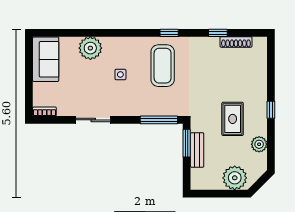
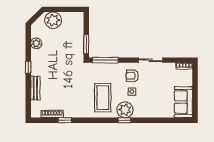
window: (169, 33) -> (124, 120), moved
plant: (90, 48) -> (125, 110), moved
armchair: (120, 97) -> (132, 76), added
rug: (233, 119) -> (55, 61), removed
bench: (197, 150) -> (35, 88), moved

